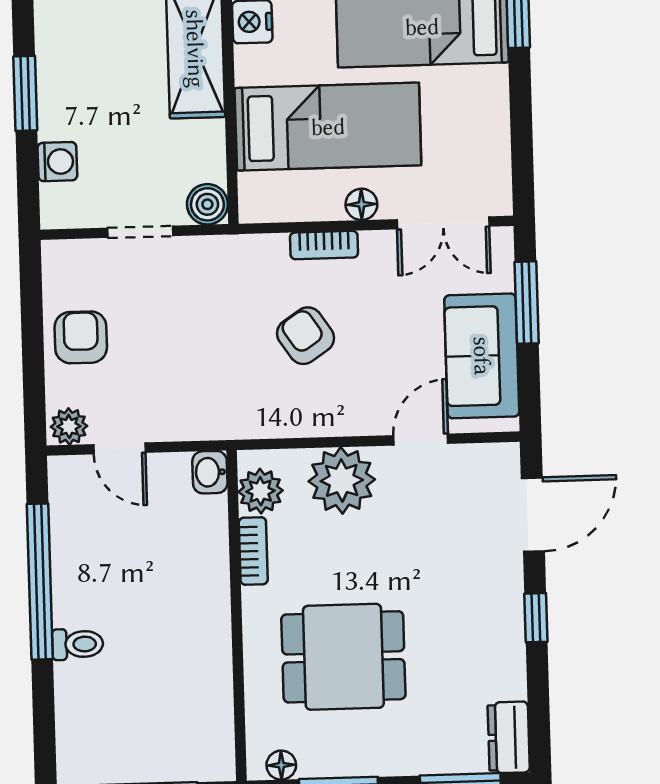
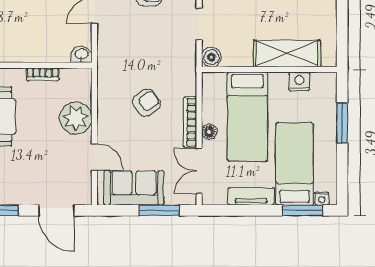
tv unit: (492, 114) -> (251, 196), added
bookcase: (324, 245) -> (190, 122), width x1.56
plant: (260, 491) -> (72, 79), removed

